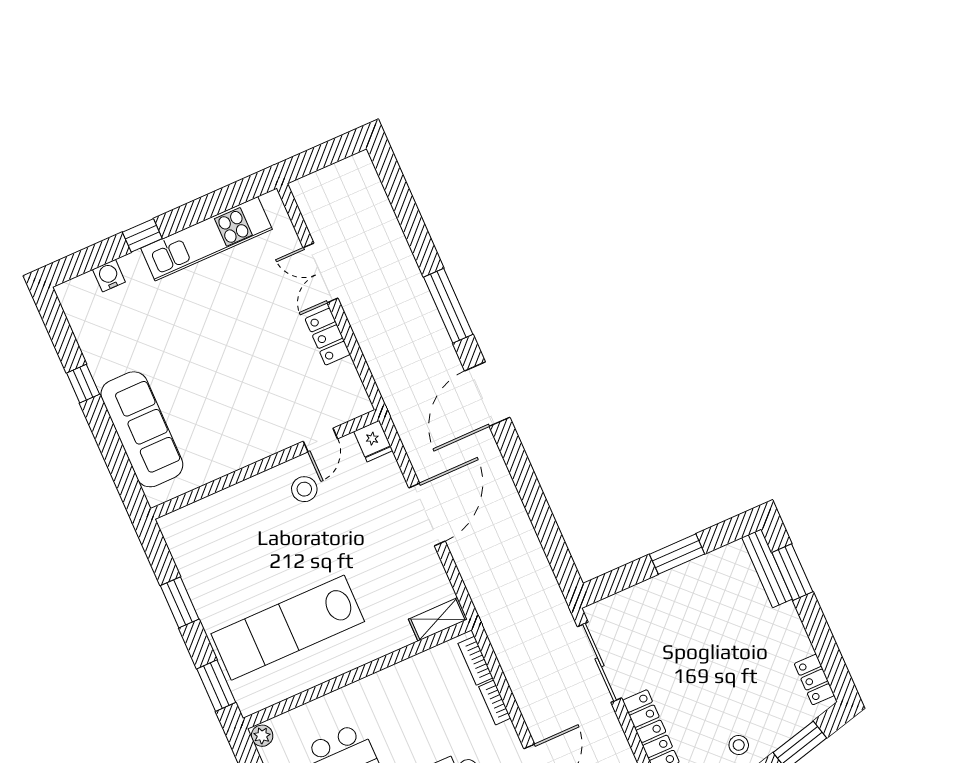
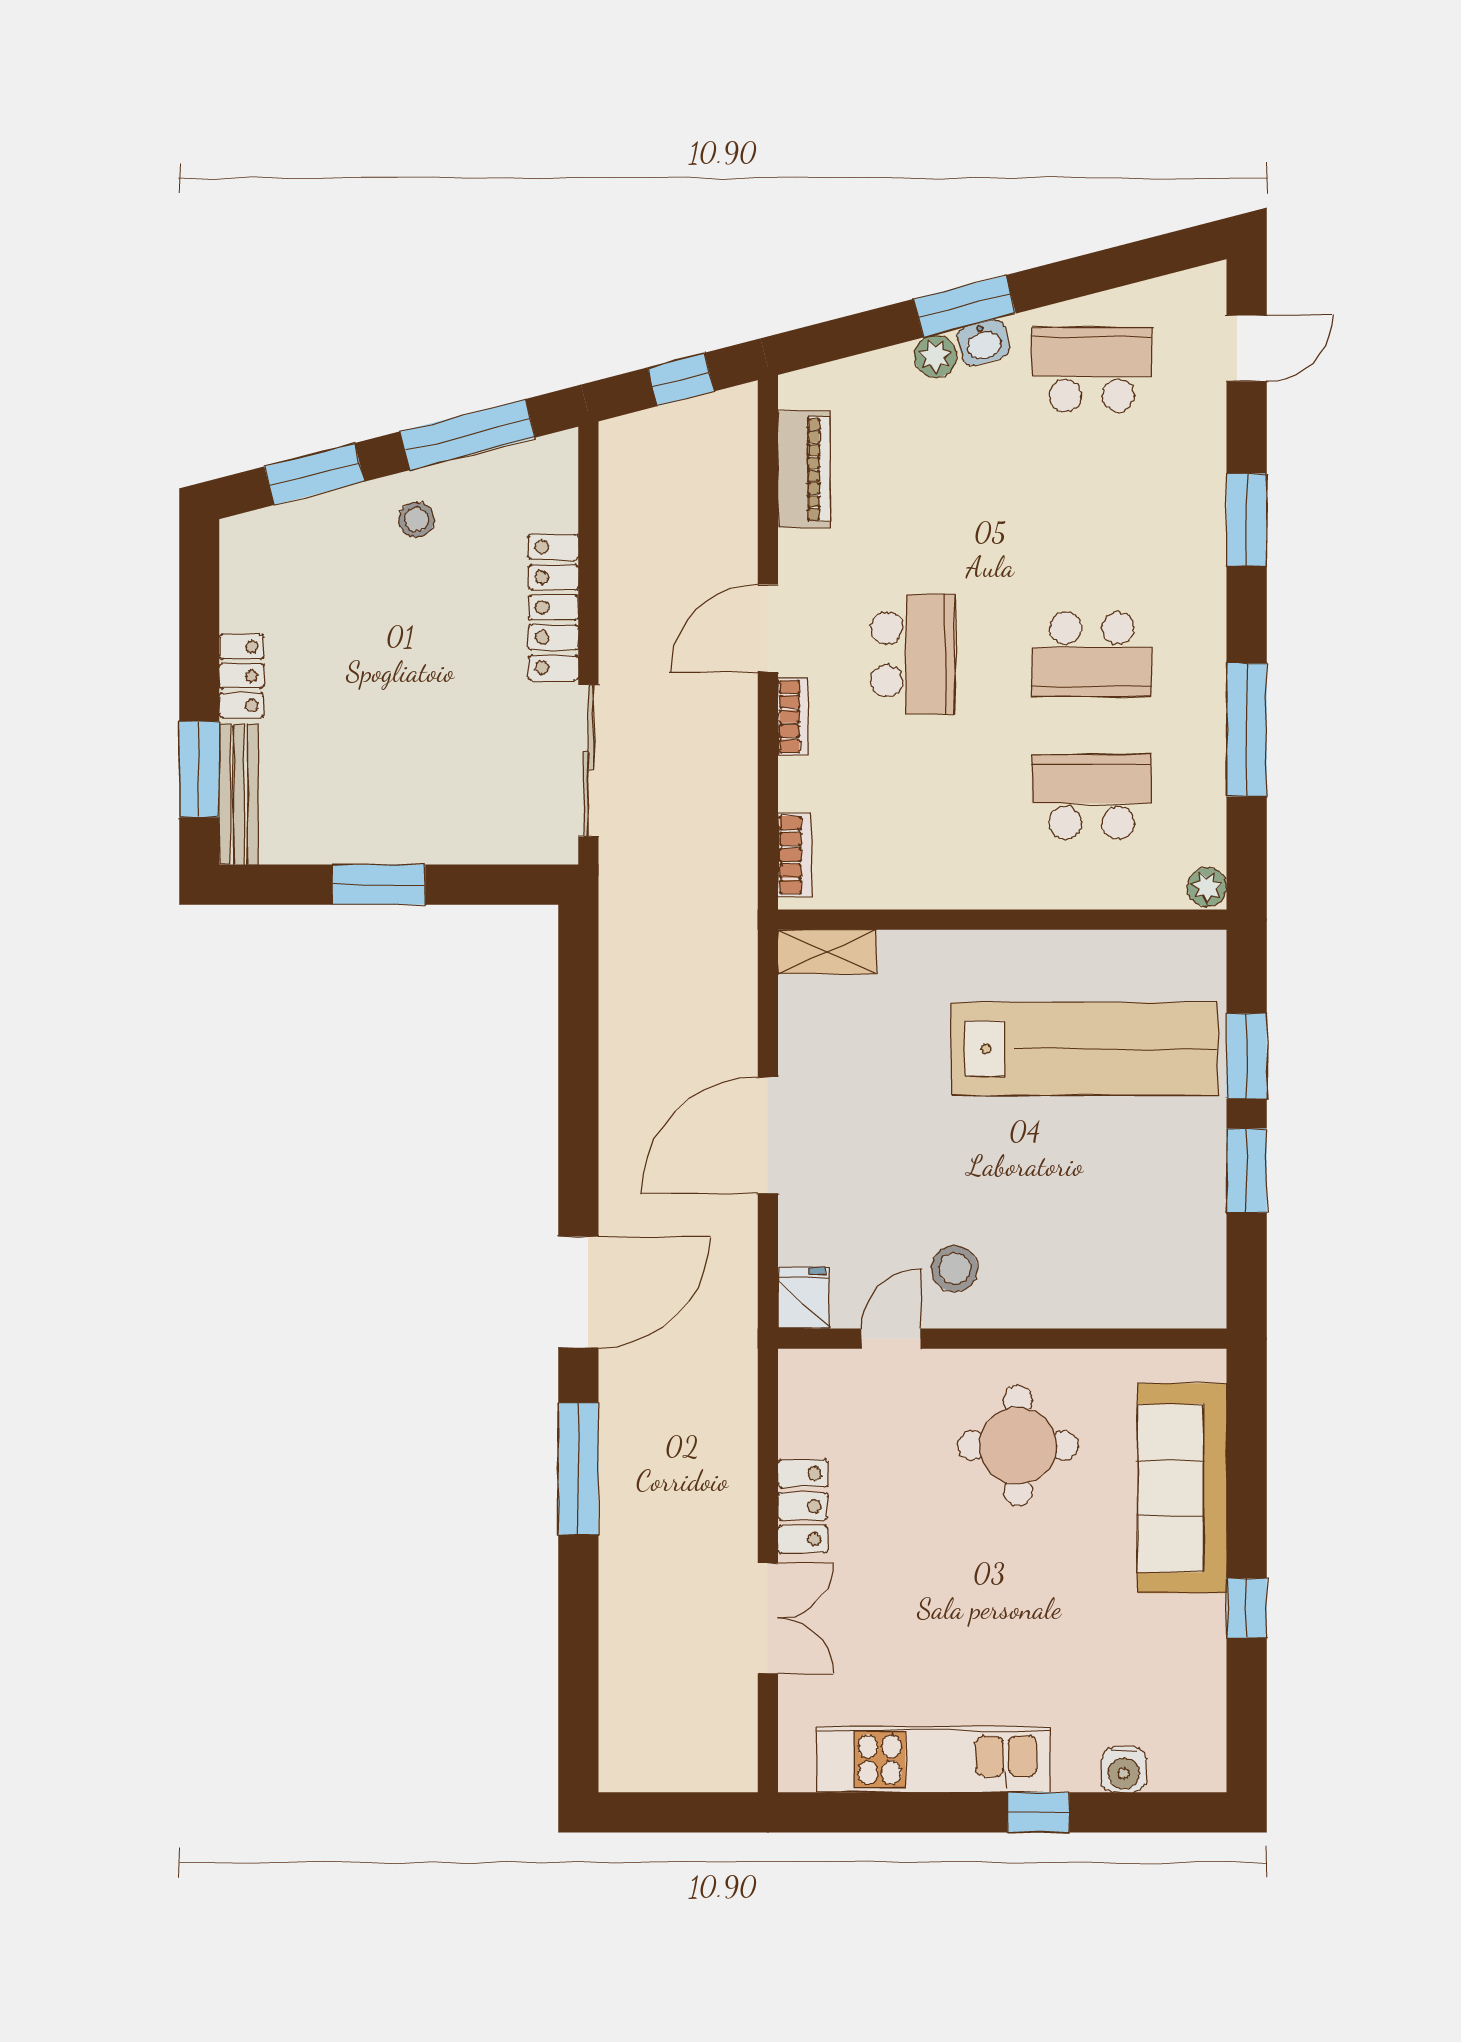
round table: (233, 415) -> (1018, 1445), added
locker: (814, 680) -> (241, 676), moved
window: (216, 686) -> (1247, 1056), moved
bookcase: (495, 702) -> (793, 716), moved

